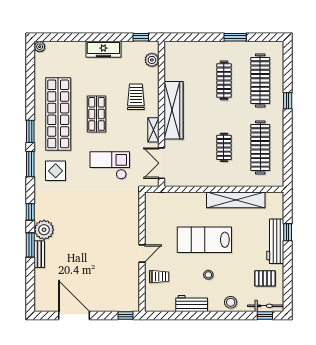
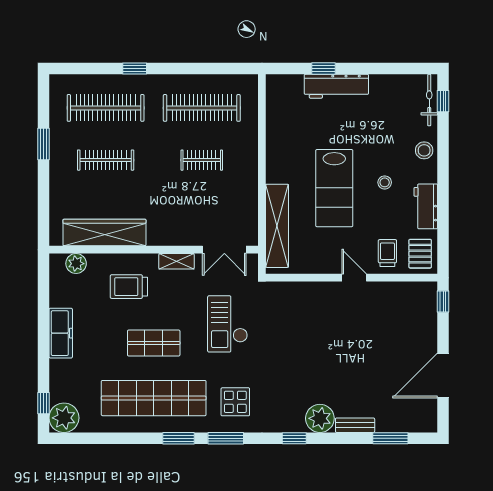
window: (141, 37) -> (44, 403), moved
plant: (40, 47) -> (64, 418), width x1.88, depth x1.88
wardrobe: (173, 110) -> (104, 233), moved
shelving: (236, 200) -> (277, 226), moved
window: (30, 245) -> (390, 438), moved
pallet: (265, 278) -> (420, 254), moved

